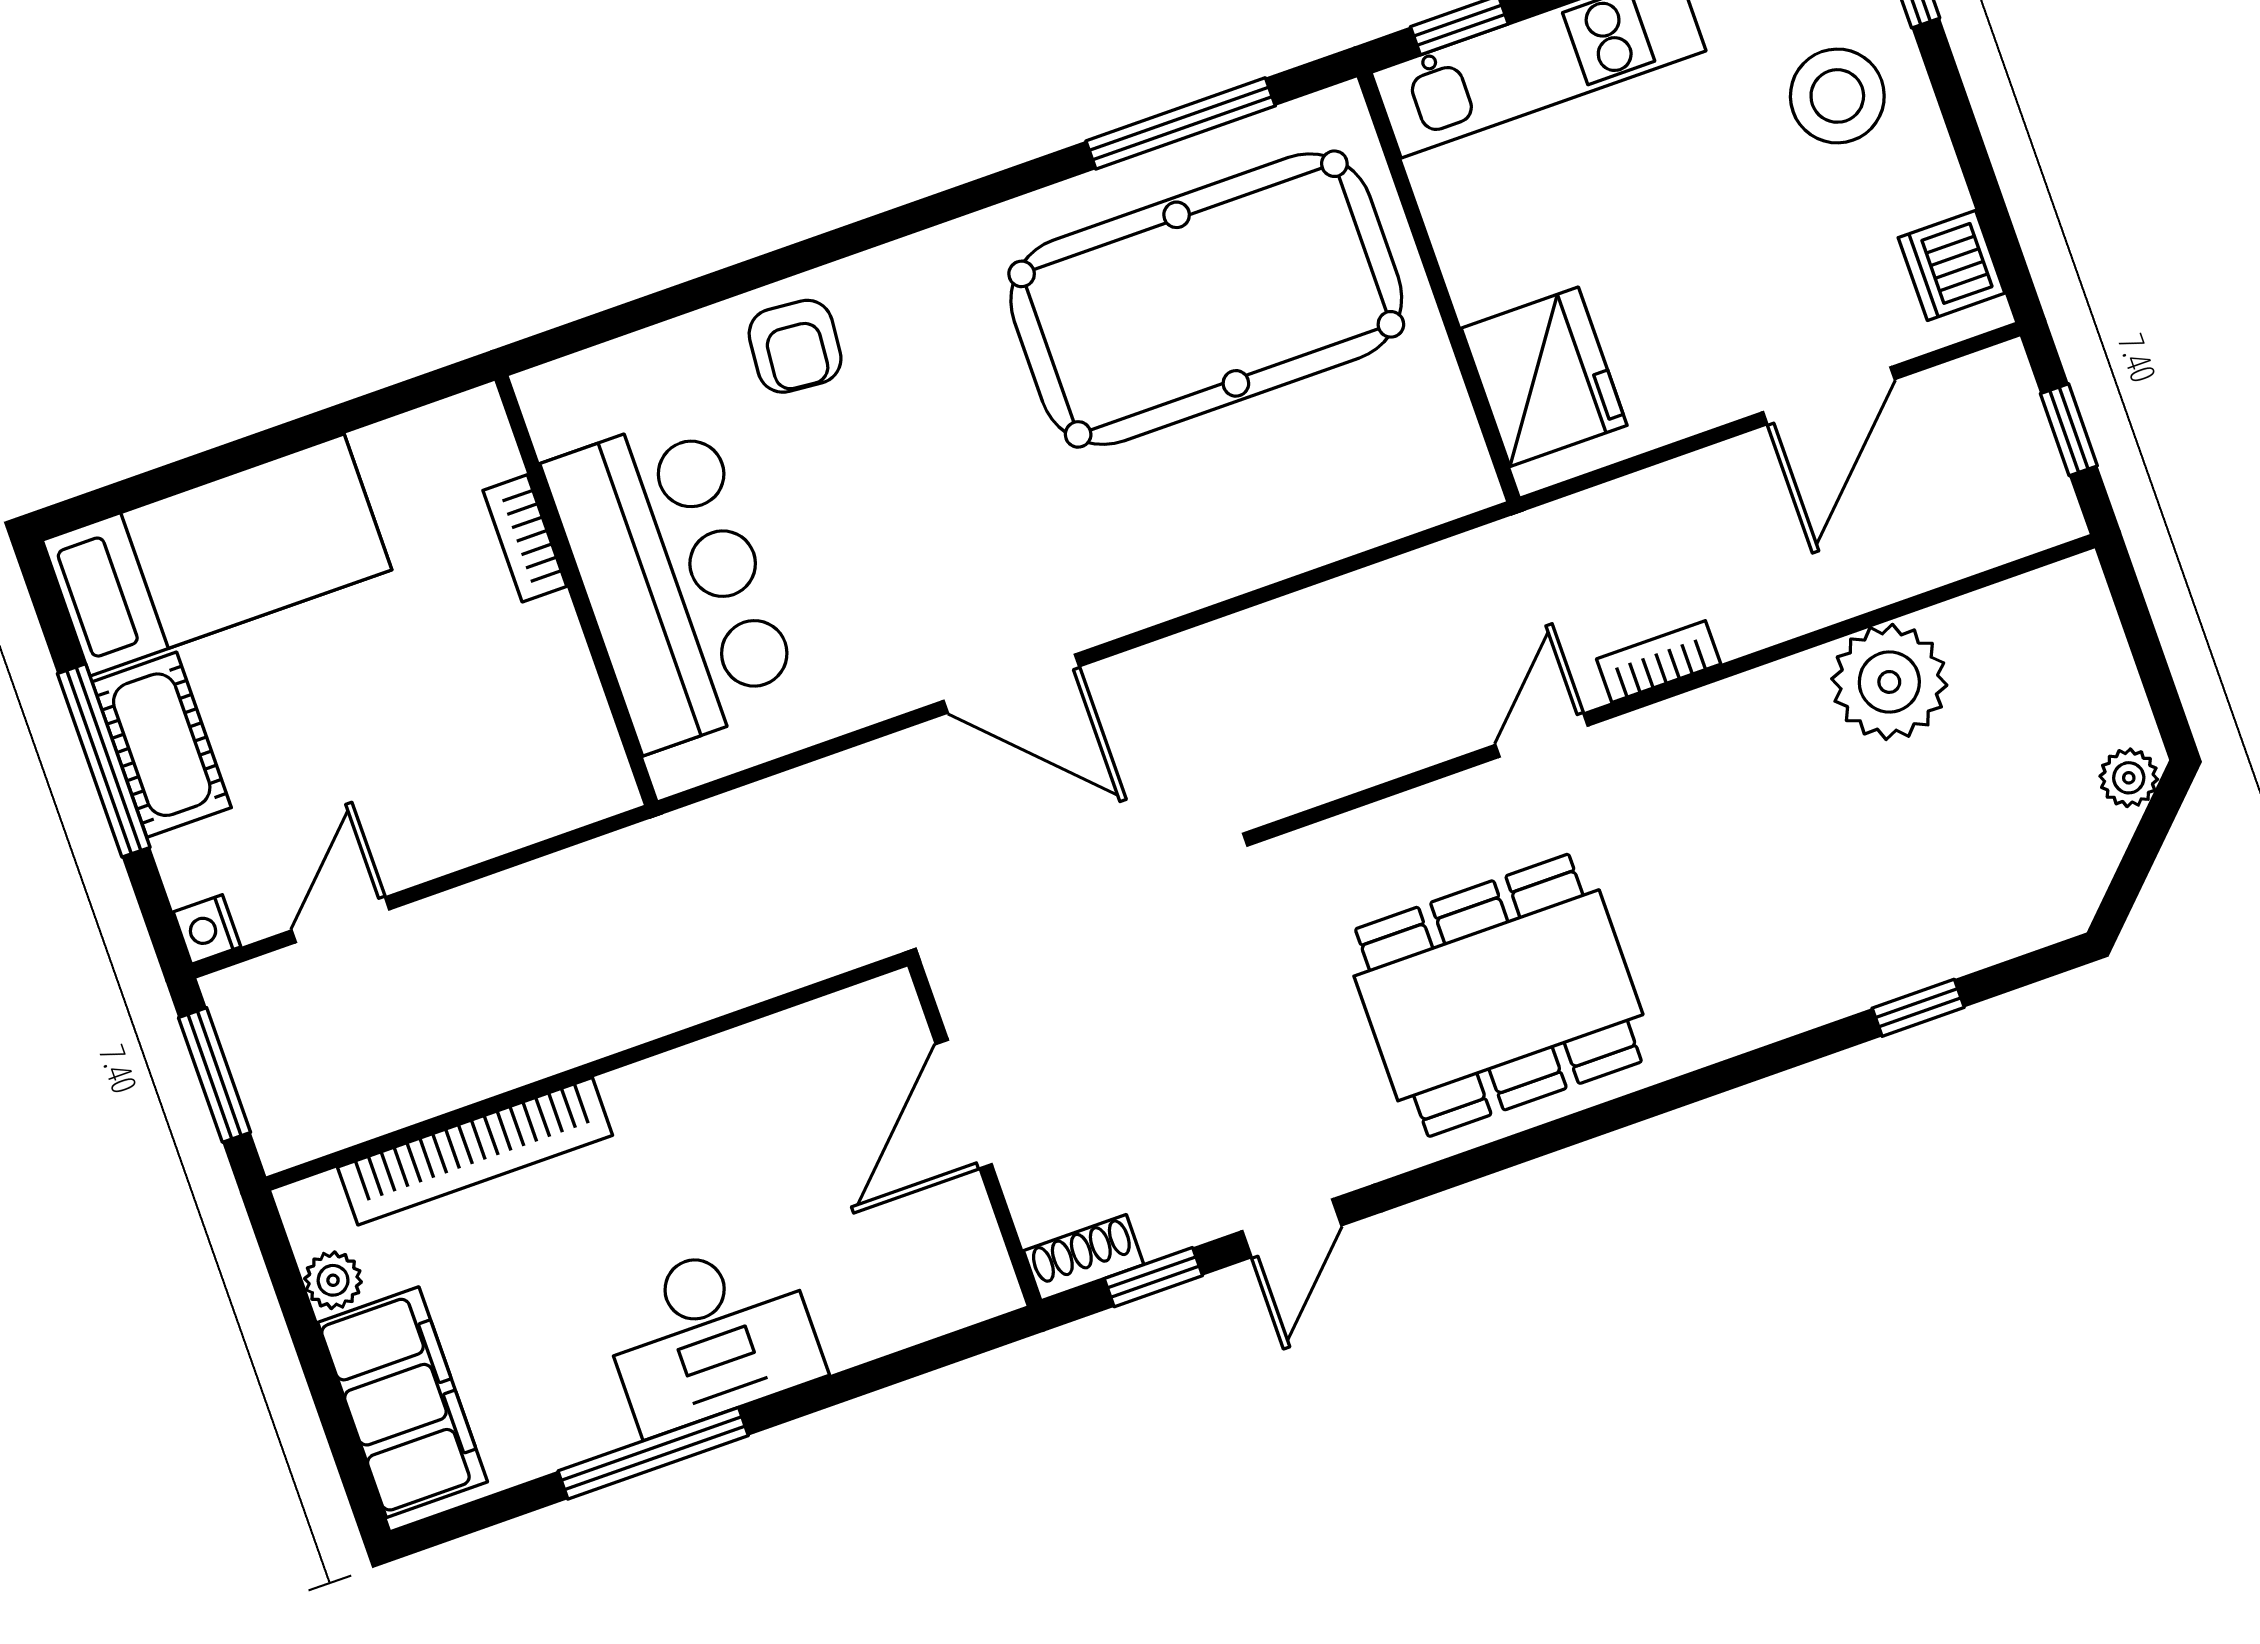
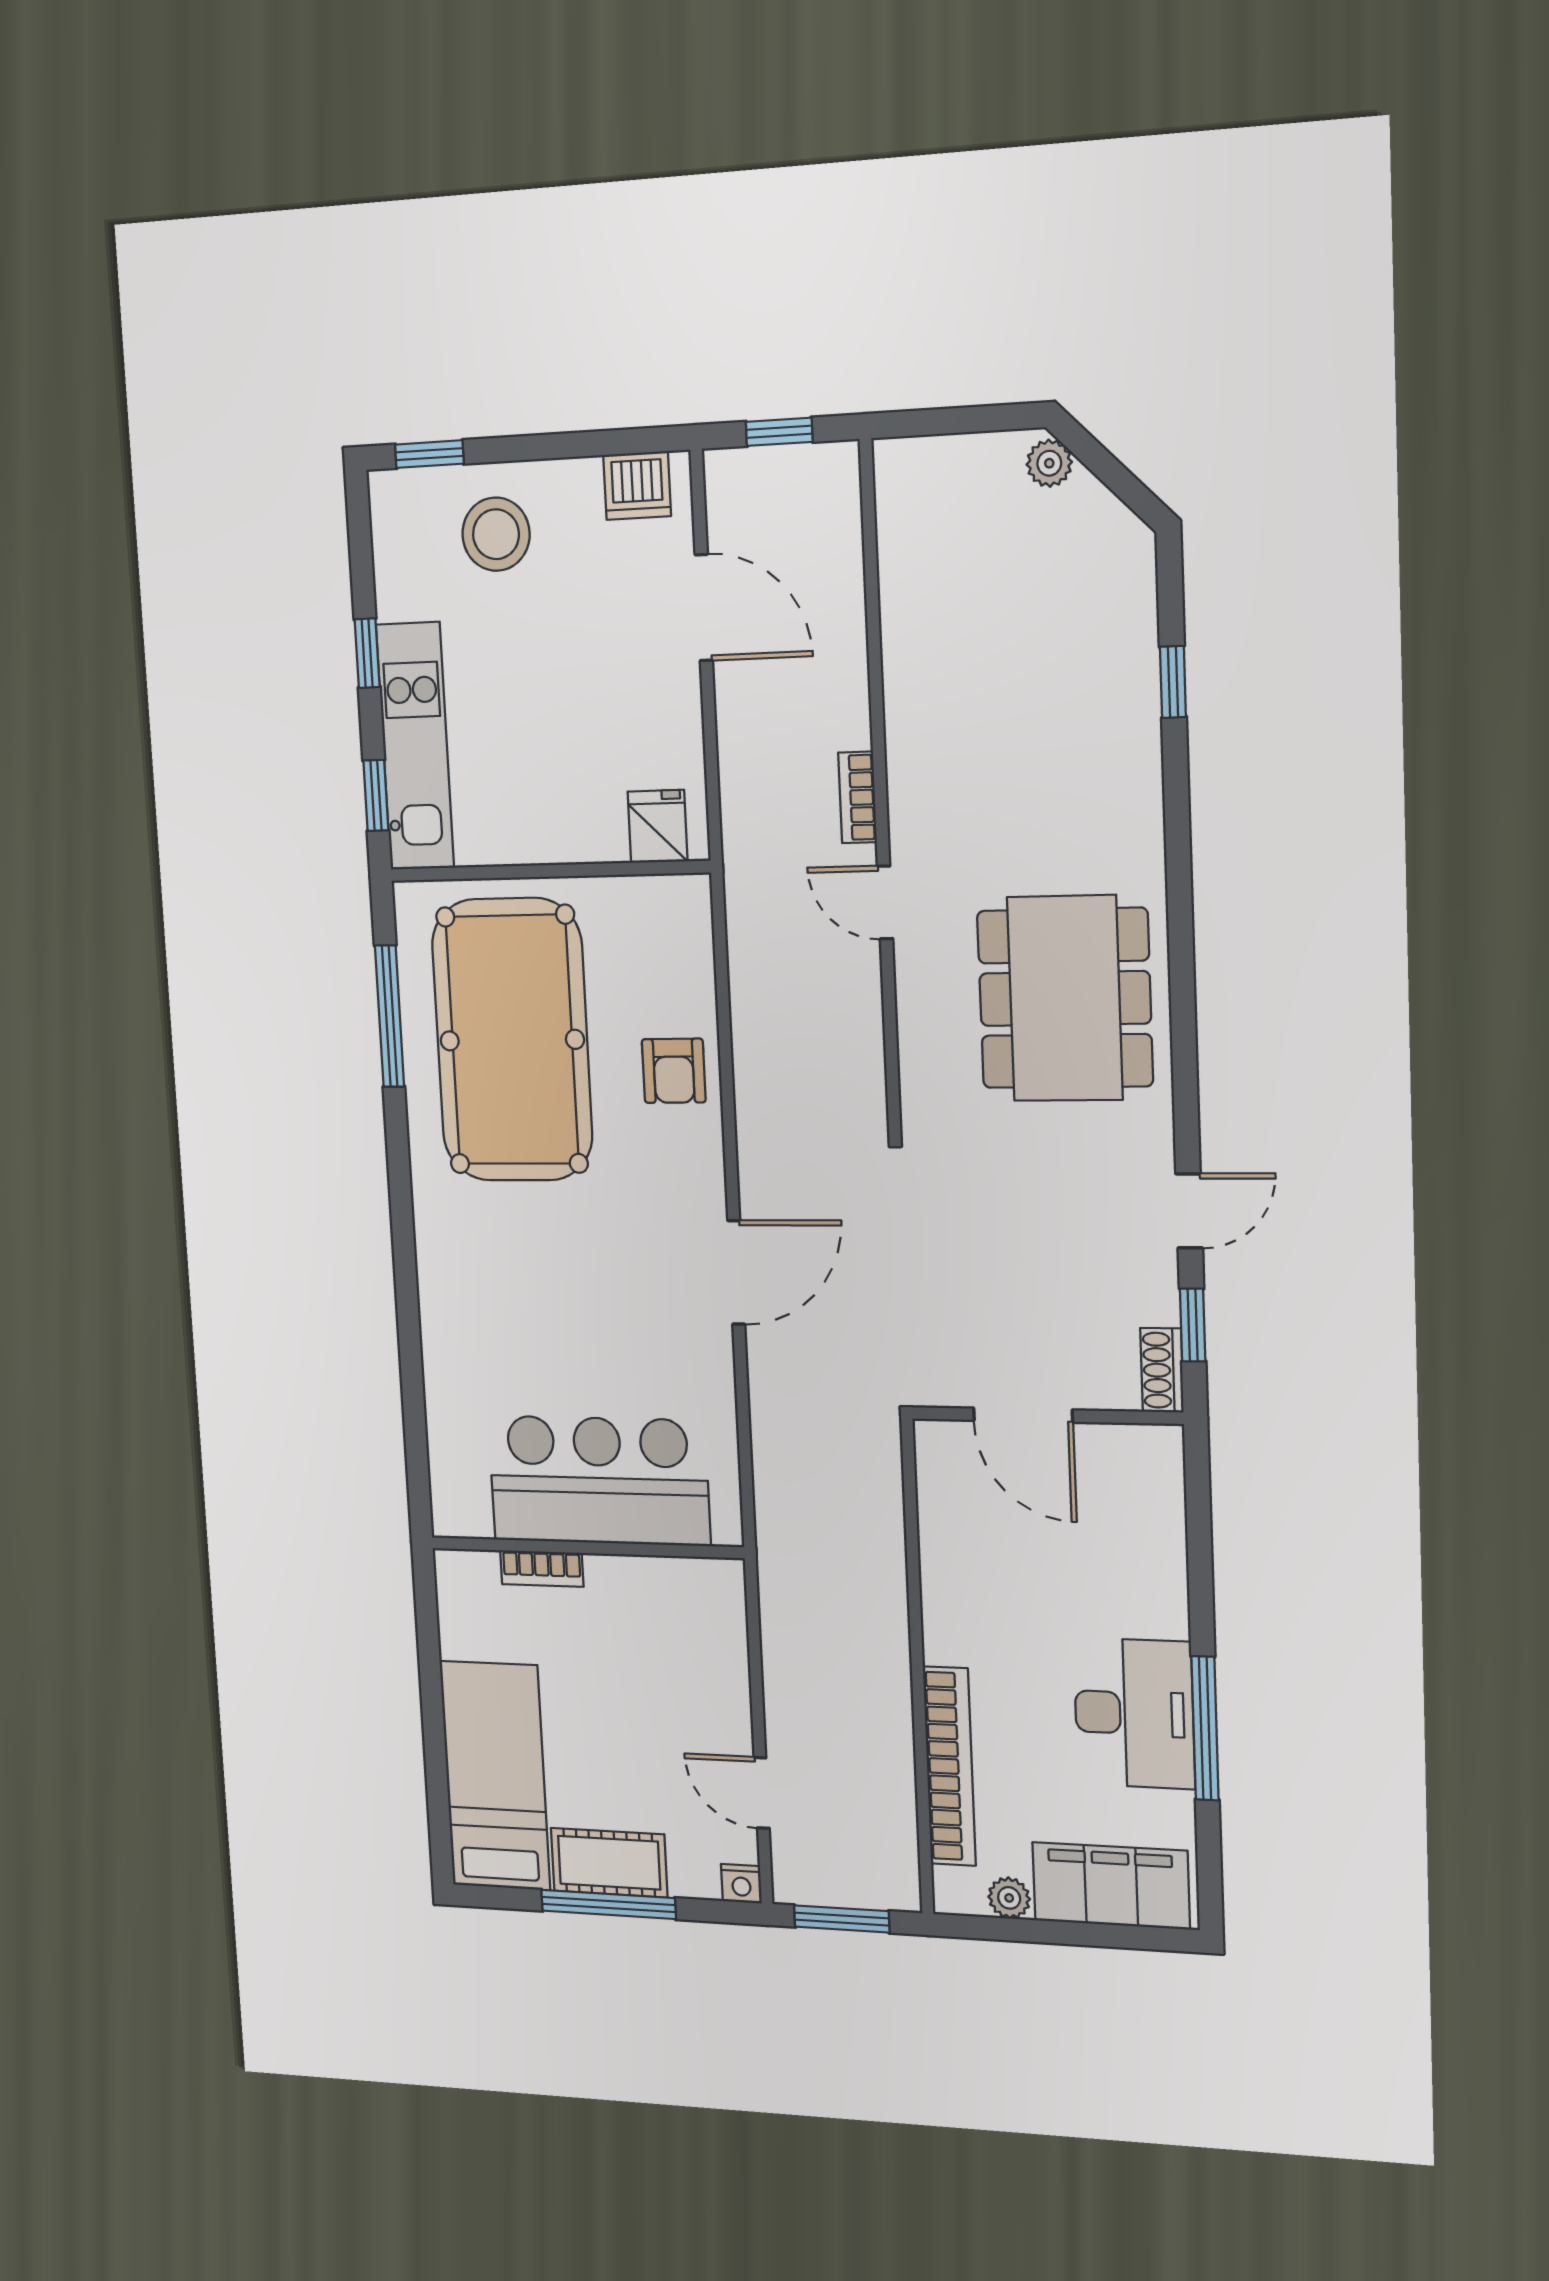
armchair: (795, 346) -> (674, 1071), moved, turned 85
fridge: (1544, 377) -> (658, 826), width x0.53, depth x0.75
plant: (1889, 682) -> (923, 627), removed
door: (1292, 1228) -> (1189, 1211), hinge flipped
desk: (711, 1335) -> (1134, 1713), moved

